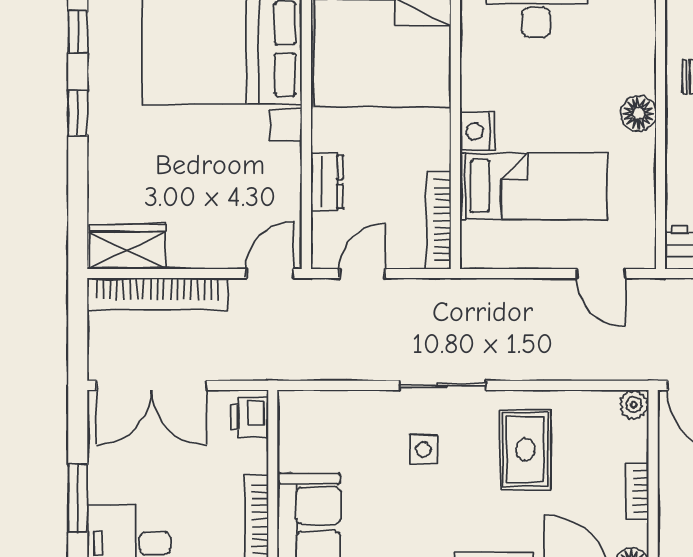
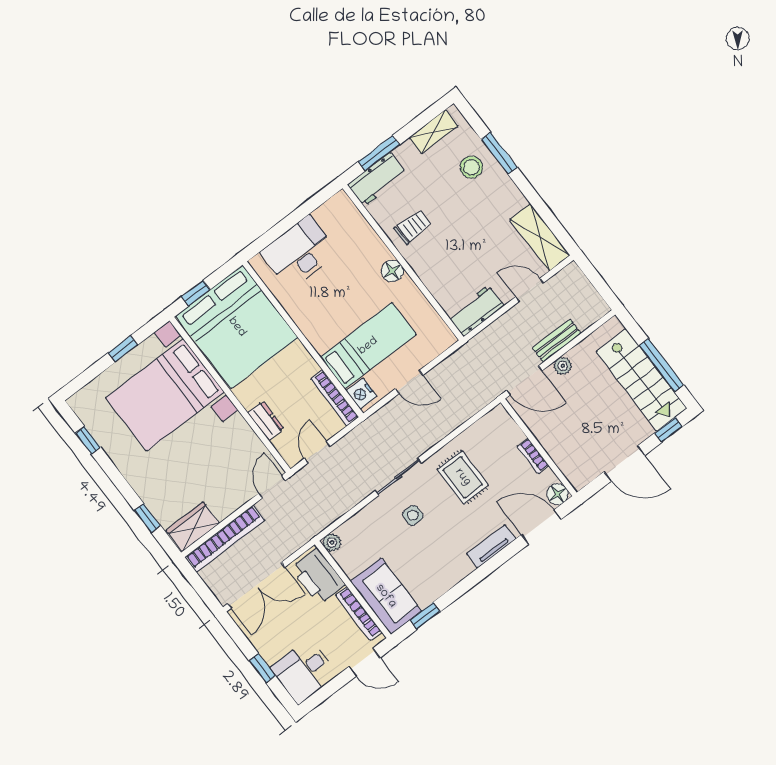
window: (78, 113) -> (147, 518), moved
nightstand: (477, 131) -> (362, 394), moved
door: (601, 273) -> (409, 382), moved
plant: (634, 405) -> (332, 542), moved
printer: (250, 417) -> (318, 576), width x1.87, depth x1.48
window: (78, 498) -> (262, 668), width x0.67

